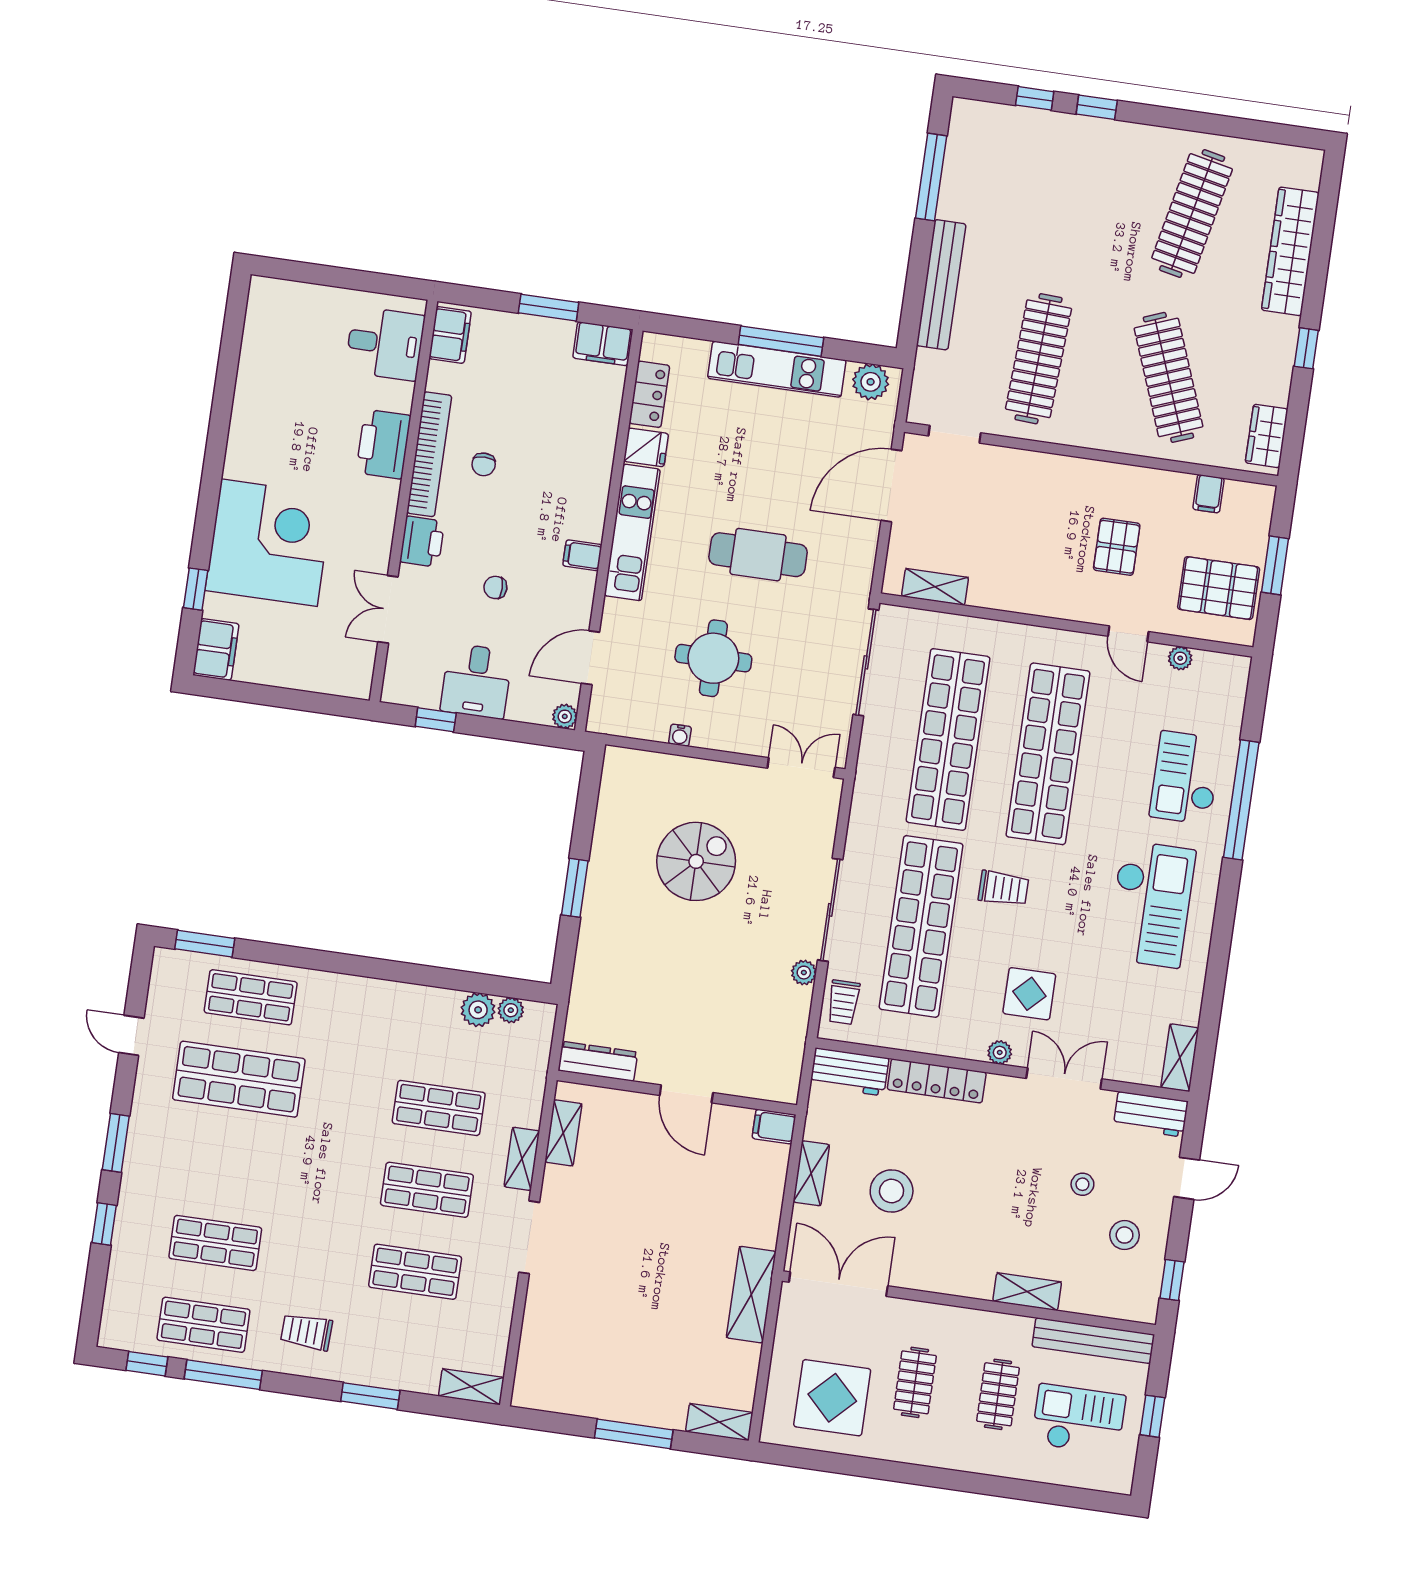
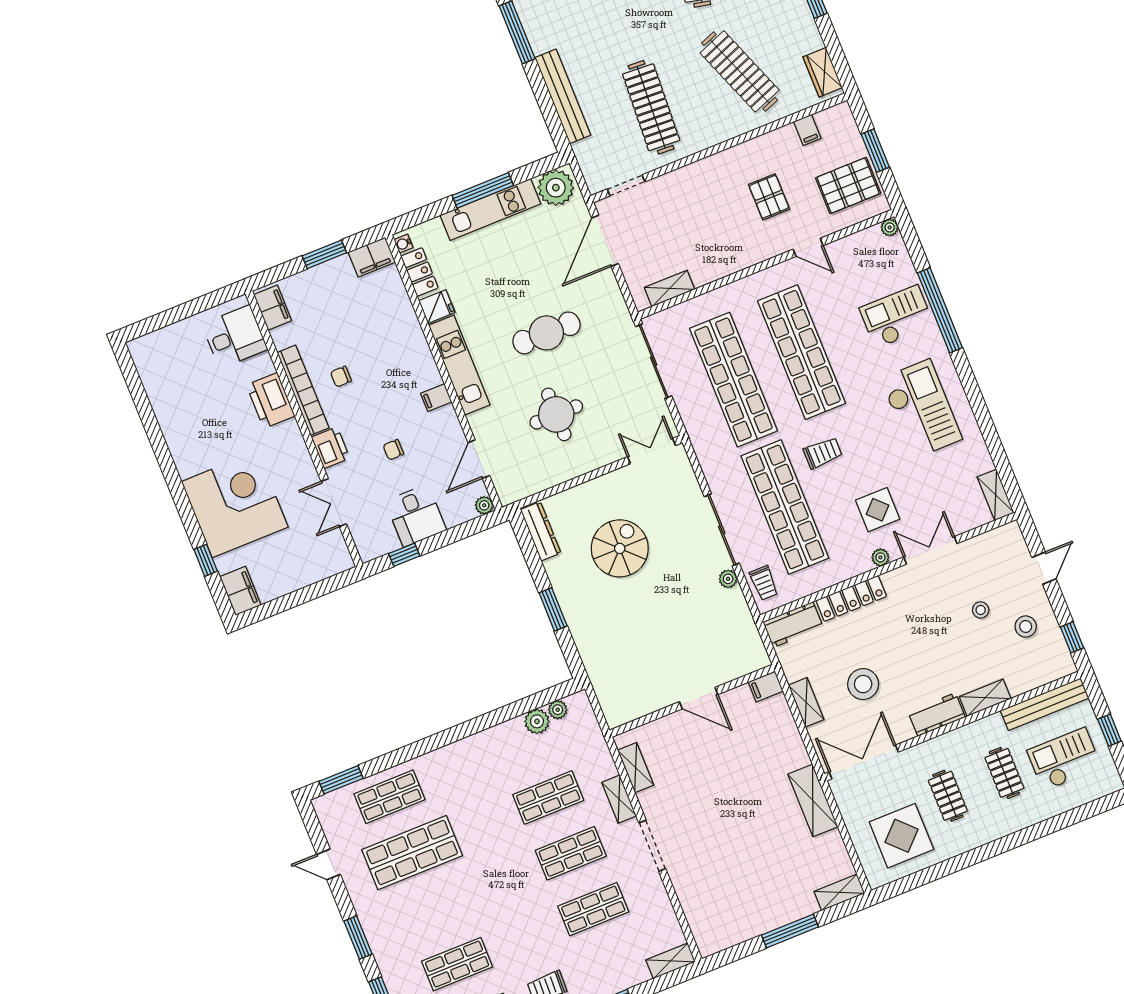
plant: (871, 382) -> (556, 188), width x1.36, depth x1.36
chair: (484, 464) -> (341, 377), turned 90
plant: (1180, 658) -> (890, 227), moved
water cooler: (680, 735) -> (403, 244), moved, turned 90
checkout: (1185, 778) -> (897, 317), turned 90
dresser: (598, 1061) -> (541, 531), moved, turned 90
workbench: (1151, 1114) -> (937, 715), moved, turned 180

